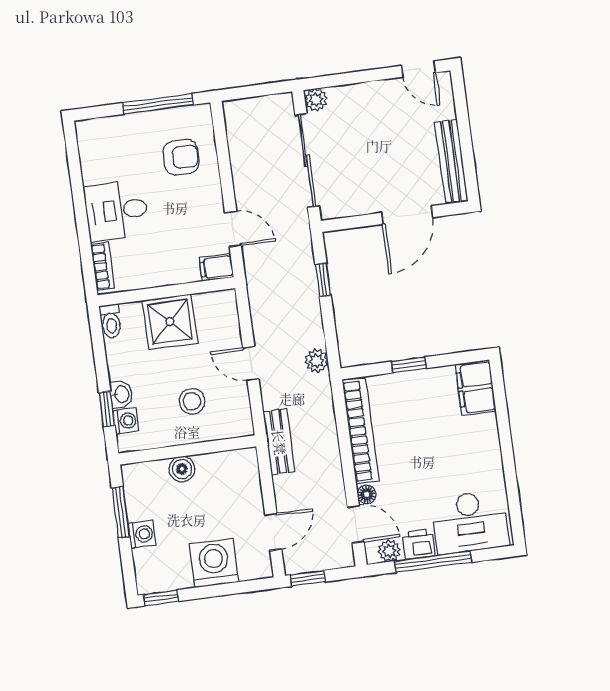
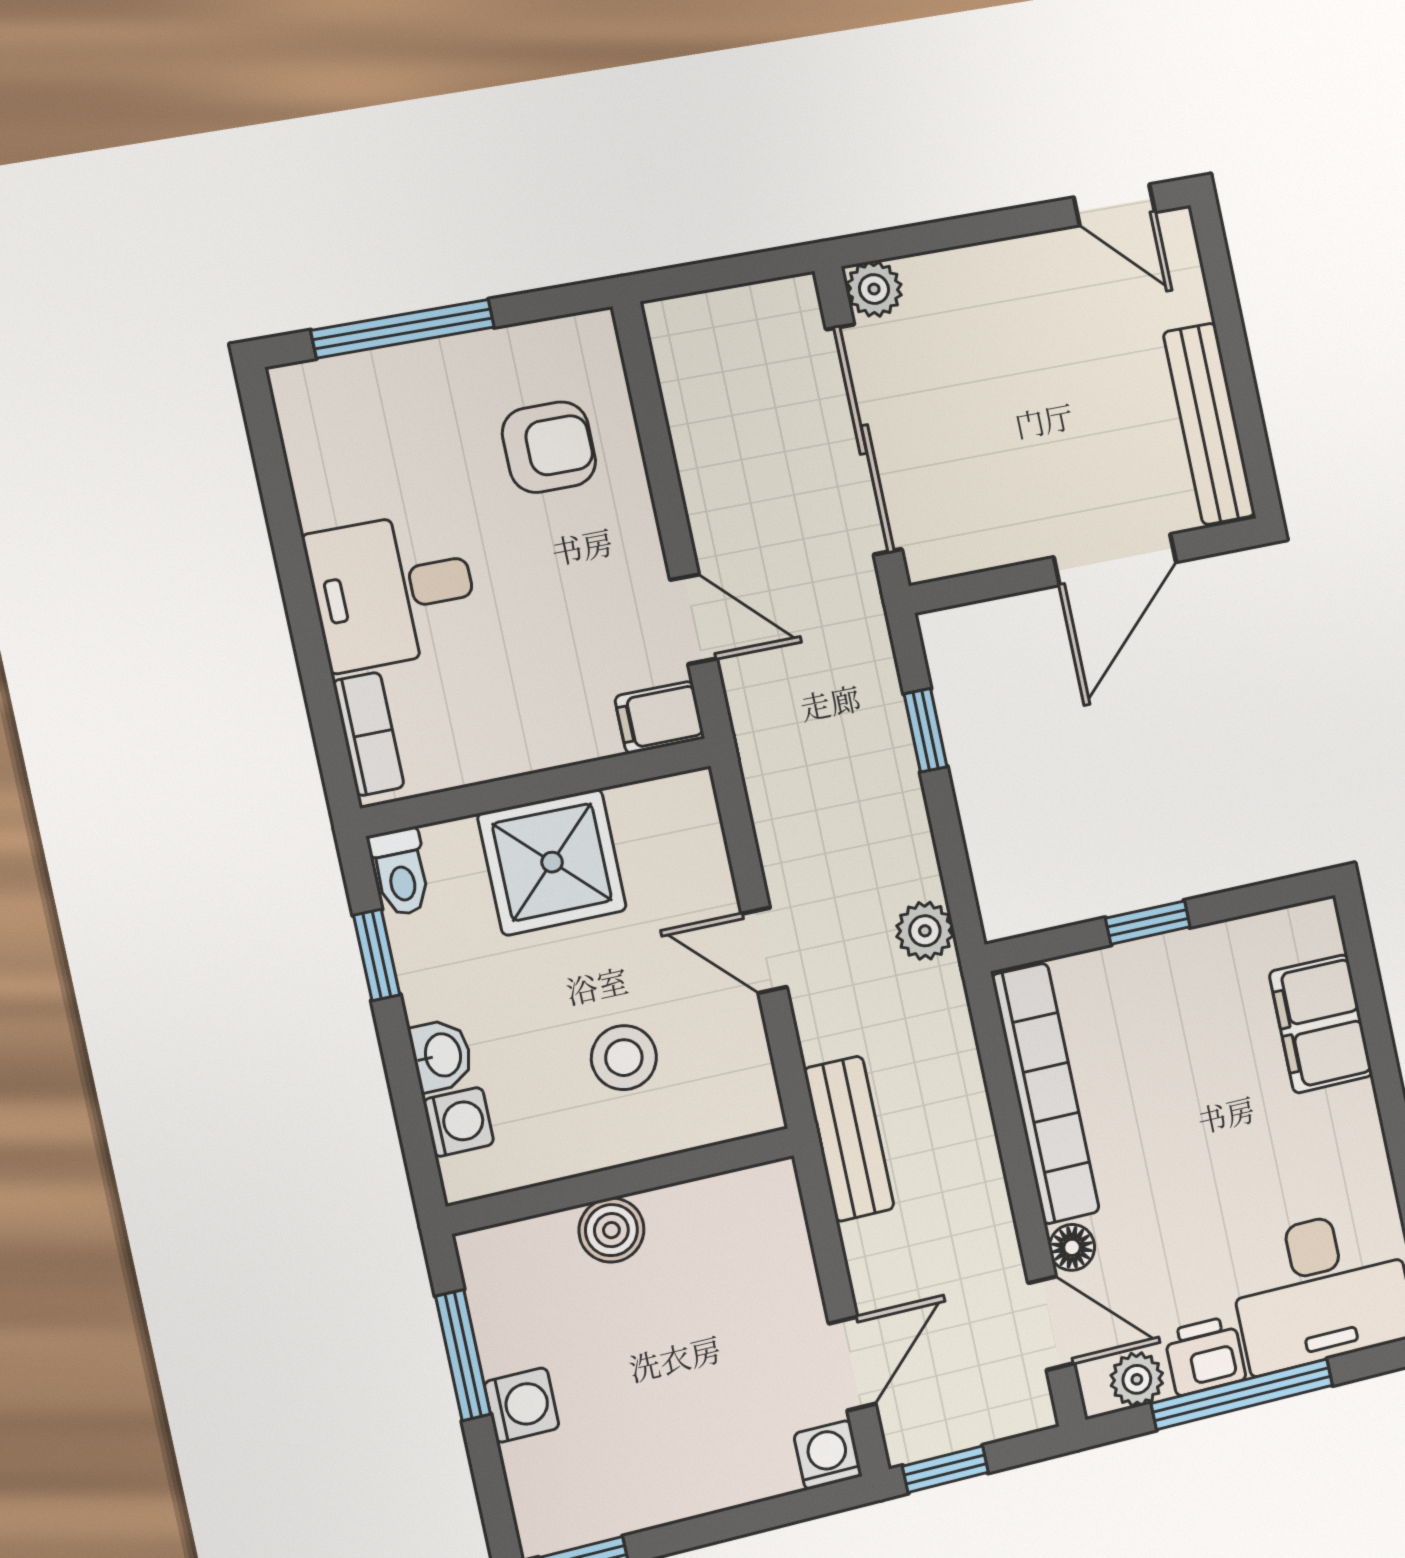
window: (158, 104) -> (403, 329), moved
filing cabinet: (476, 388) -> (1321, 1024), moved
window: (107, 409) -> (377, 955), moved
washing machine: (214, 563) -> (828, 1455), moved, width x0.53, depth x0.53

